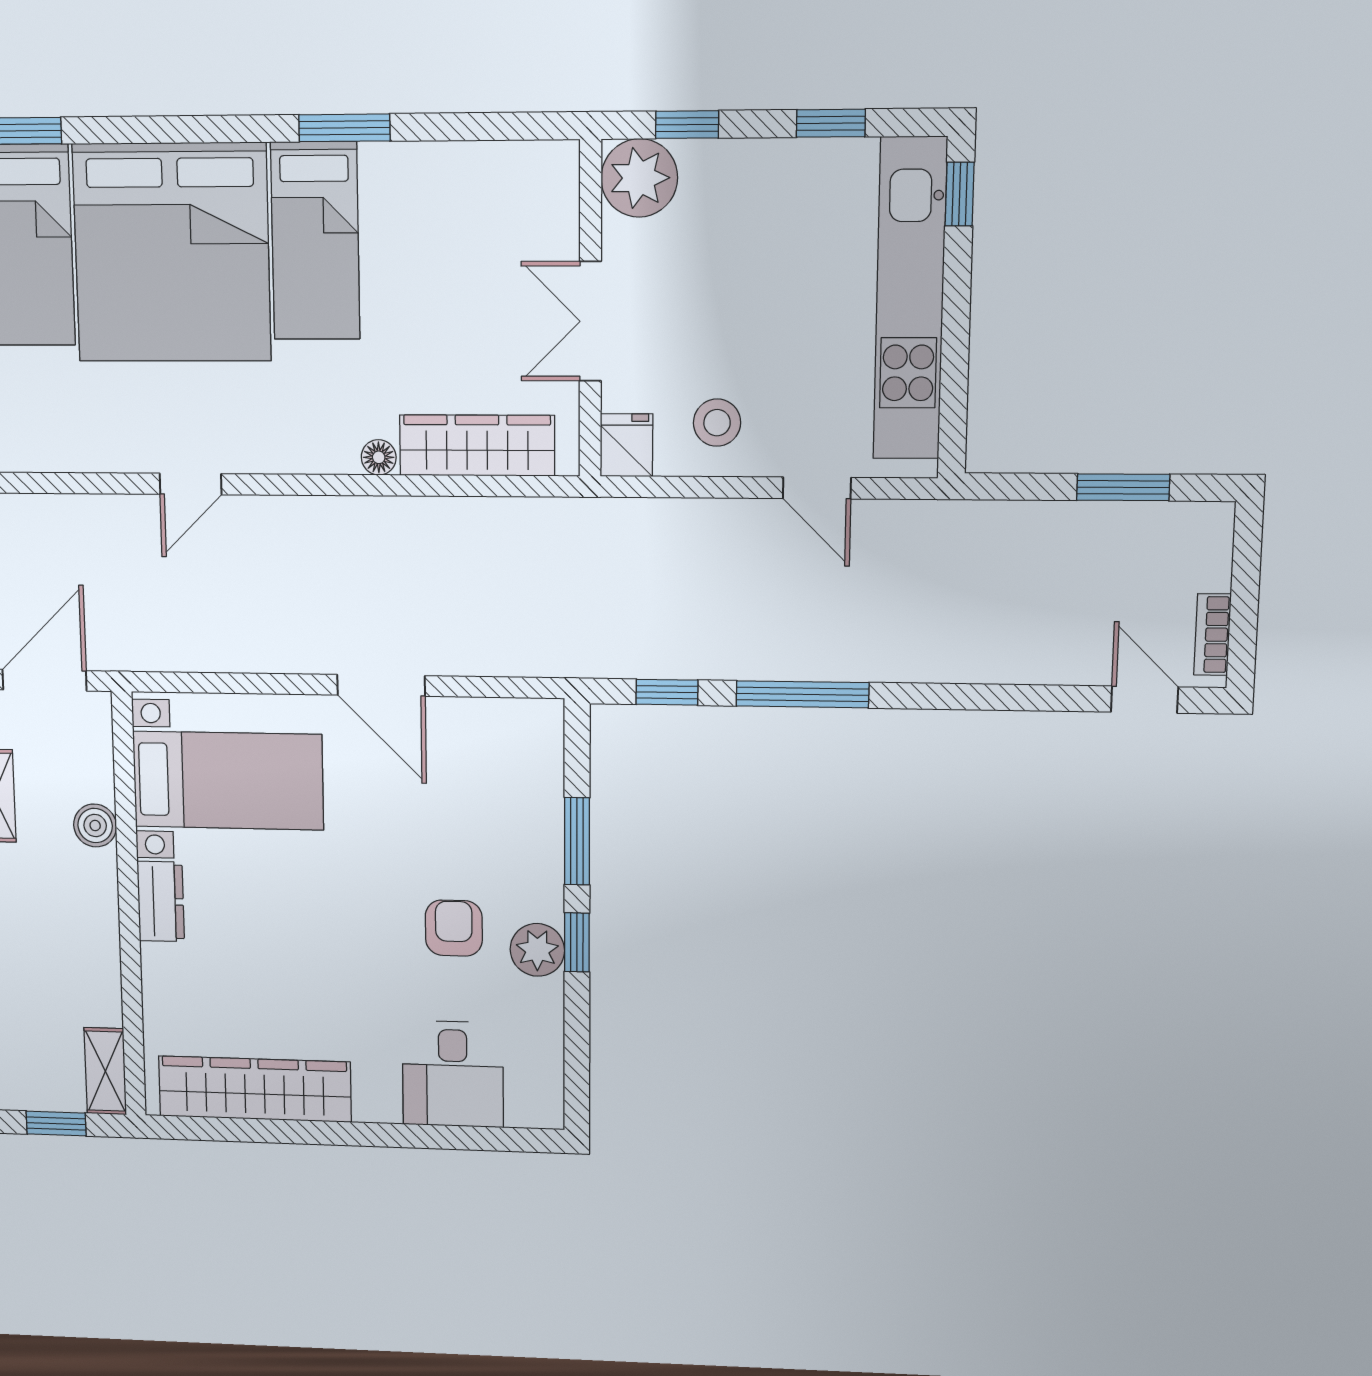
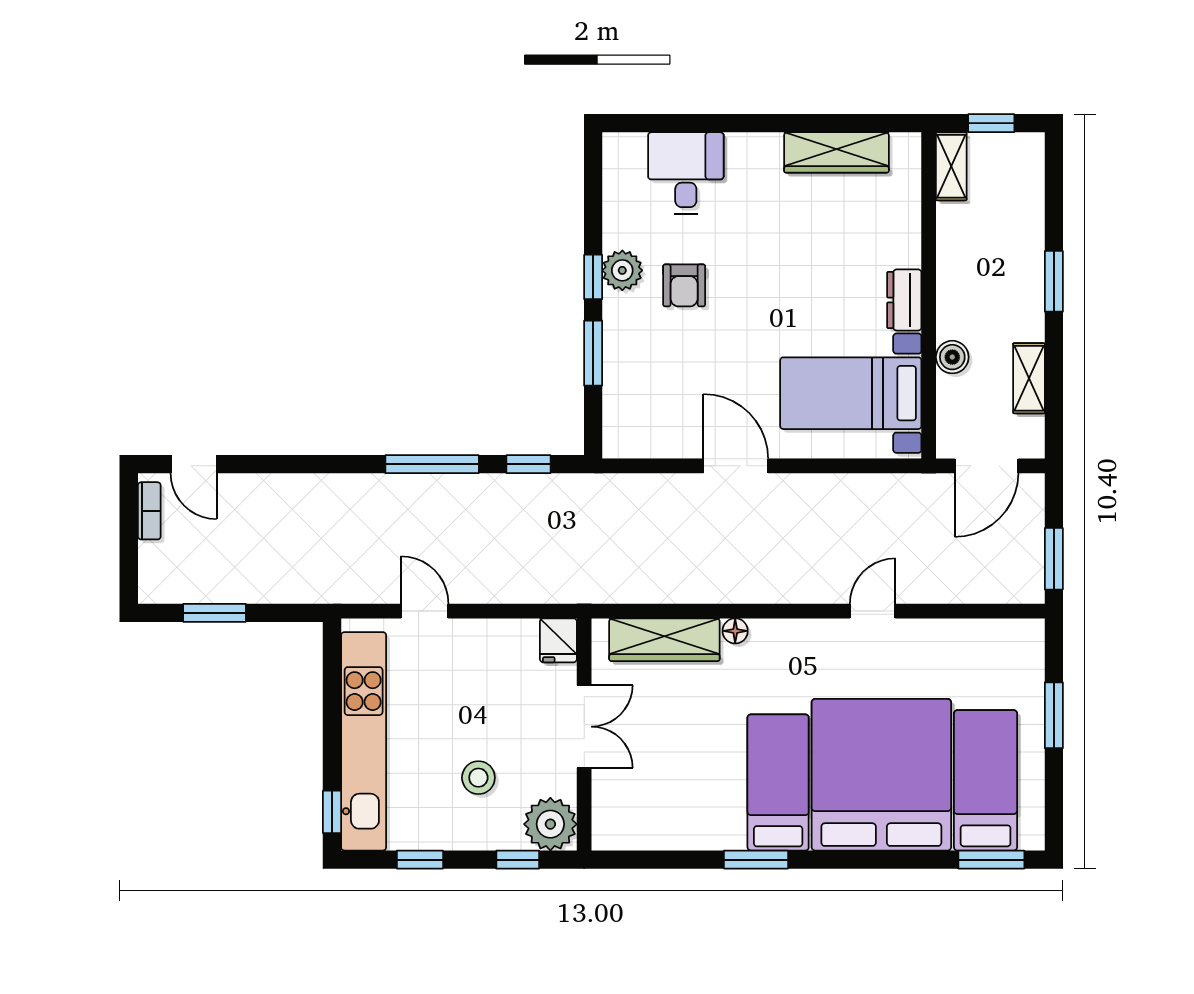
stool: (717, 423) -> (478, 778), moved
wardrobe: (255, 1089) -> (836, 152), width x0.71, depth x0.85

